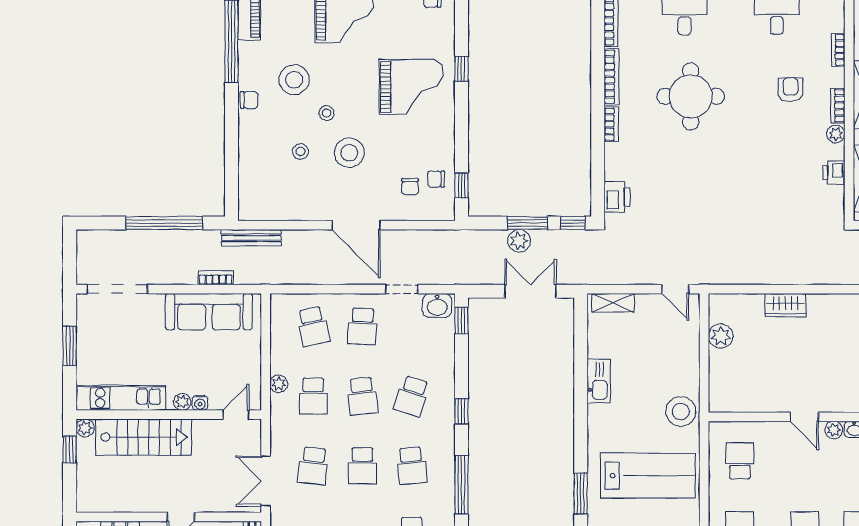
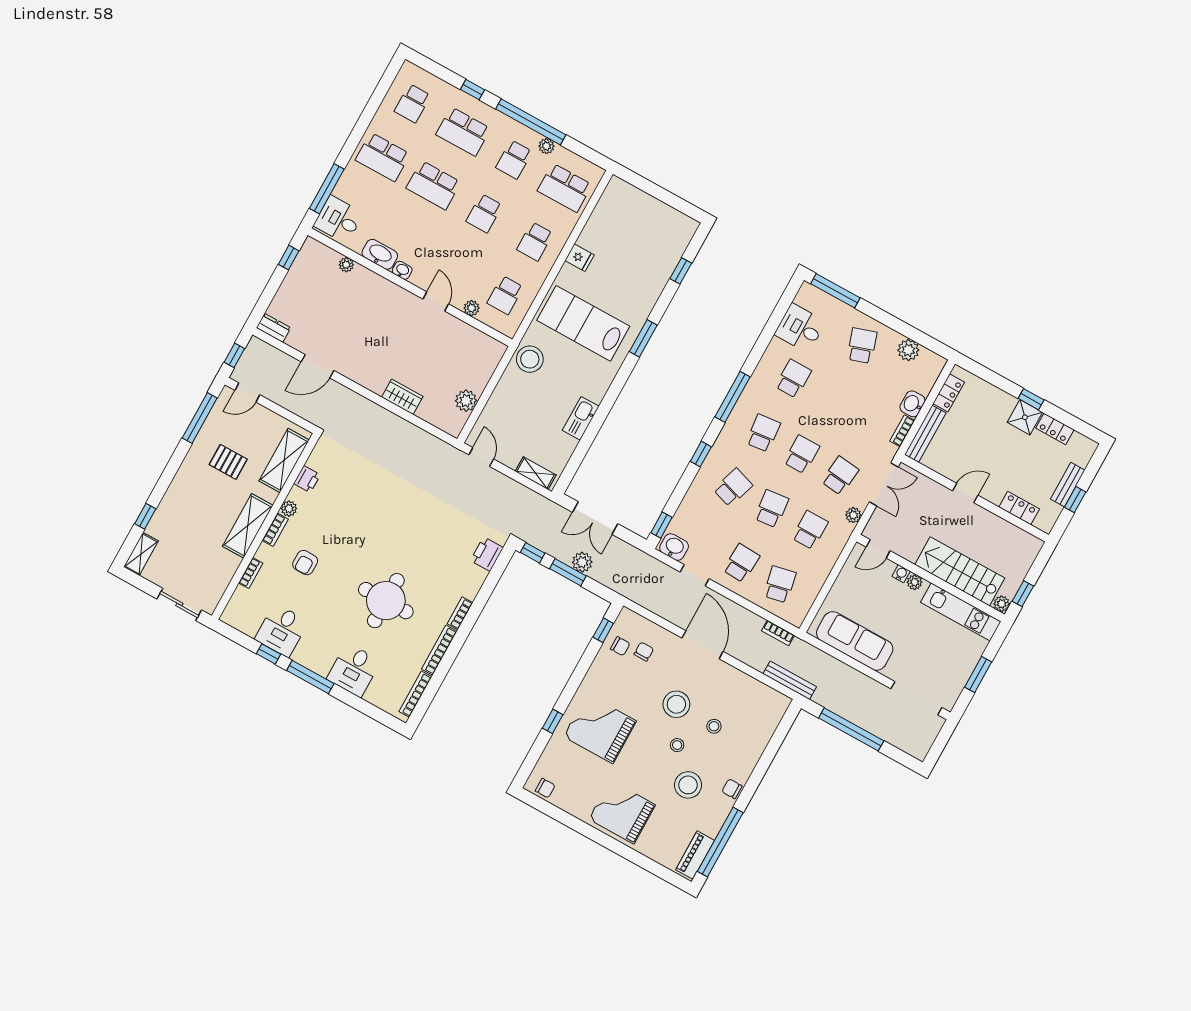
bookcase: (216, 278) -> (778, 633), moved
plant: (279, 384) -> (853, 515), moved
plant: (834, 430) -> (472, 308), moved

